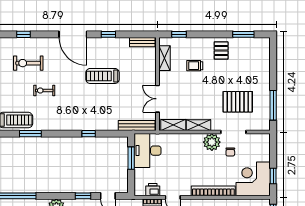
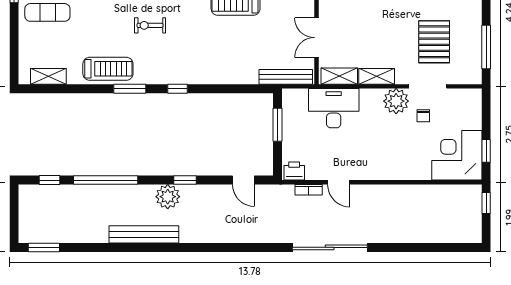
pallet: (238, 102) -> (434, 42), turned 90
window: (89, 134) -> (177, 89), moved
desk: (147, 151) -> (334, 108), moved, turned 90
printer: (153, 190) -> (294, 171), moved
bookcase: (213, 191) -> (398, 173), removed
window: (83, 196) -> (185, 180), moved

